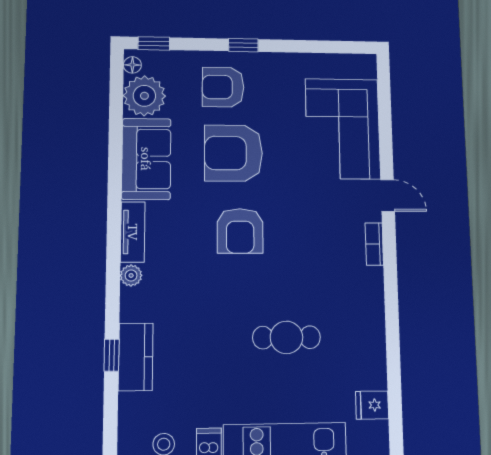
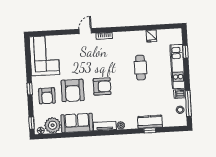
corner sofa: (343, 129) -> (44, 56), moved, turned -90
fridge: (372, 405) -> (151, 36), moved

